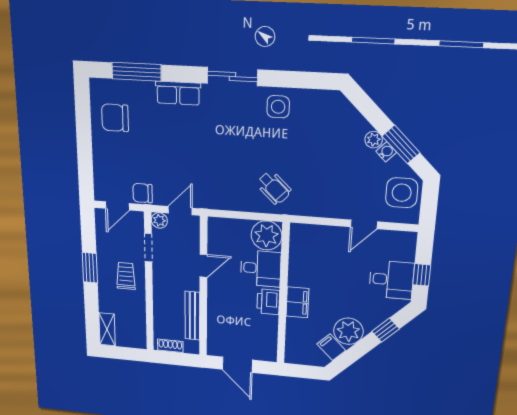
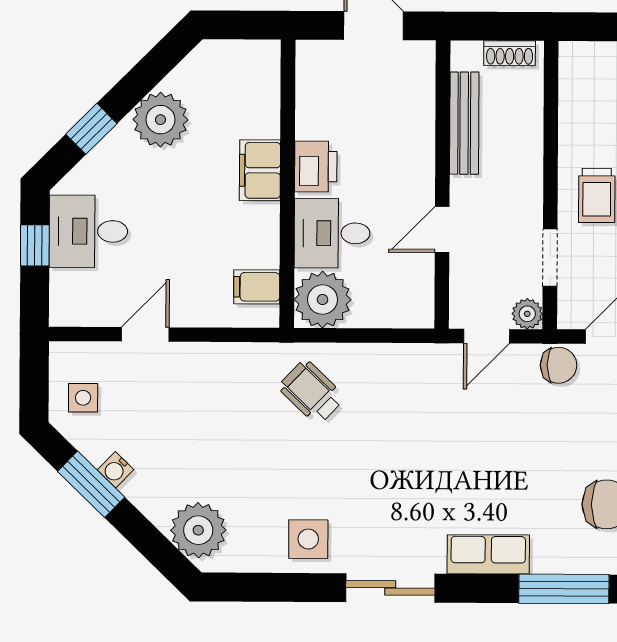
plant: (374, 140) -> (198, 530), moved, width x1.87, depth x1.87
side table: (402, 193) -> (83, 398), width x0.54, depth x0.54
filing cabinet: (331, 347) -> (257, 287), moved, turned 135

